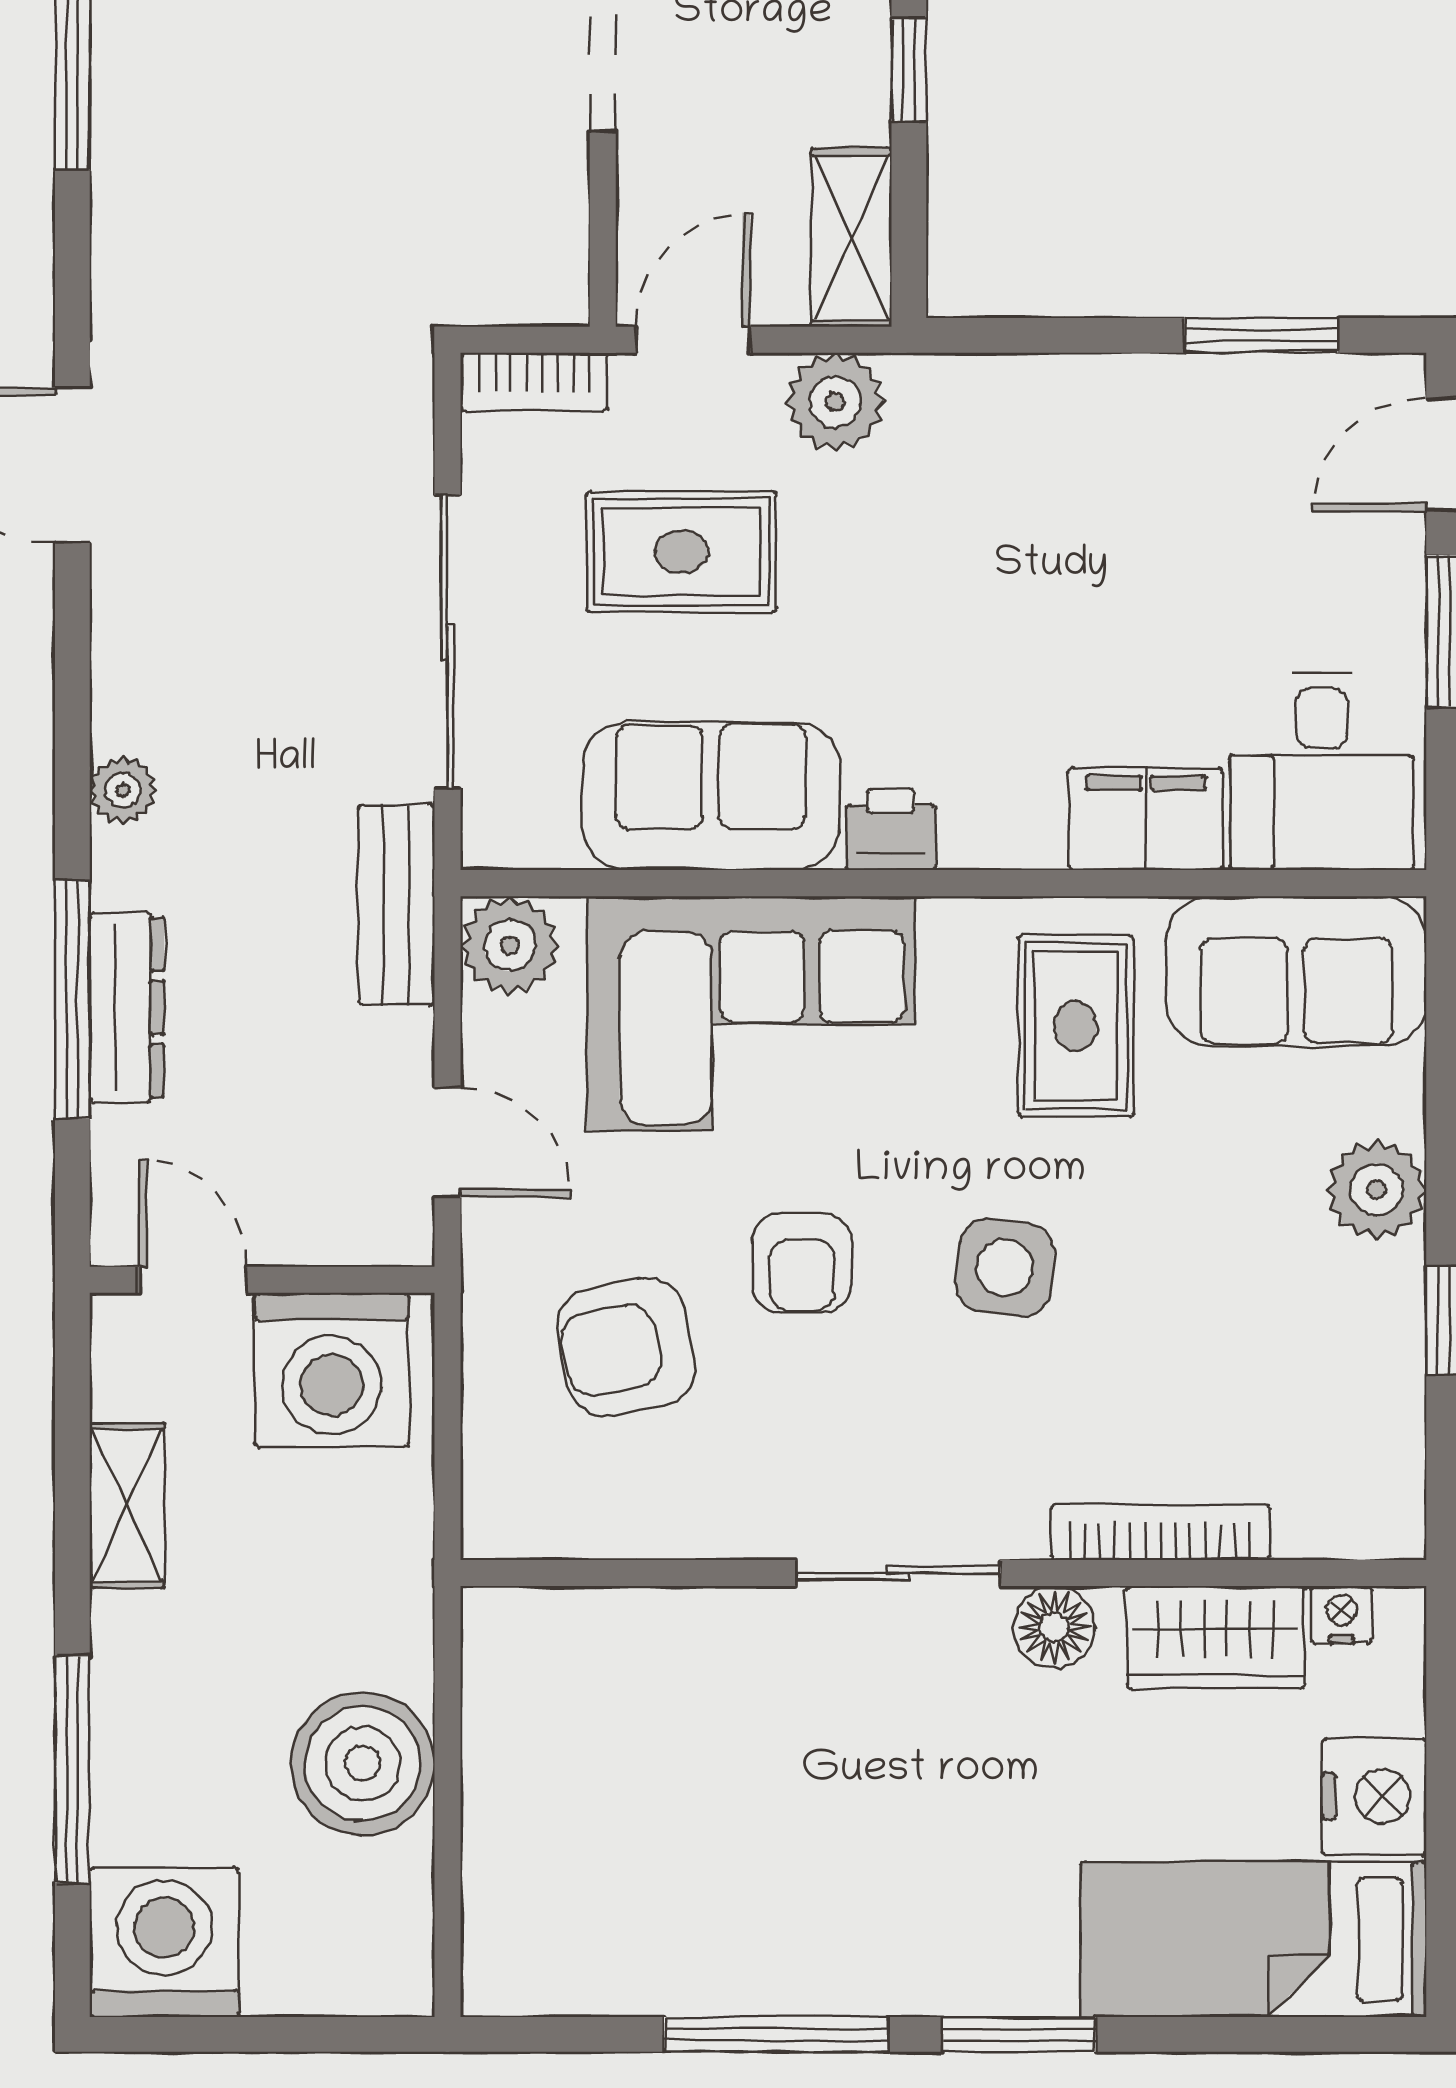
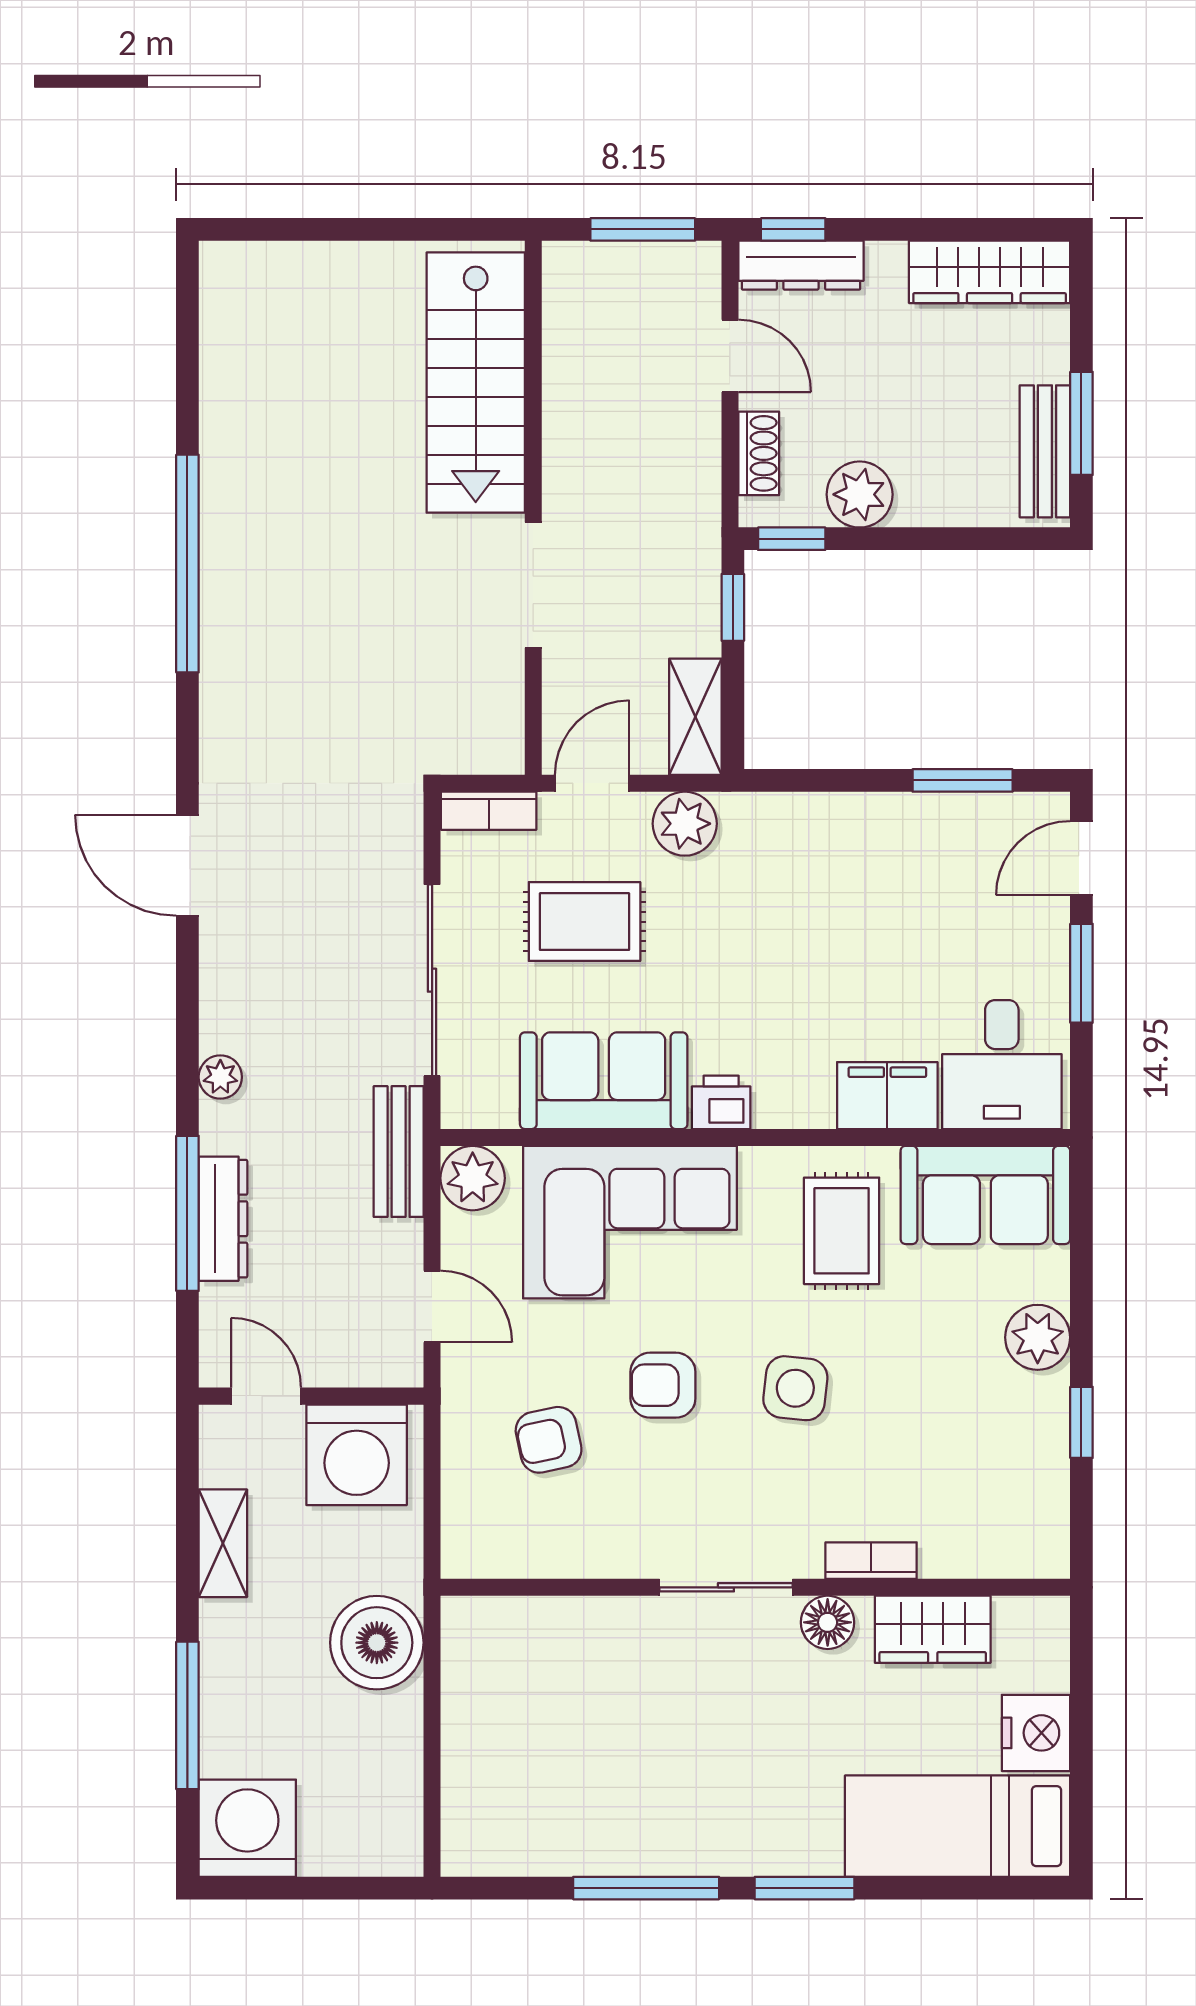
armchair: (802, 1263) -> (663, 1385), turned 90
armchair: (626, 1347) -> (549, 1440), width x0.72, depth x0.72
bookcase: (1160, 1532) -> (871, 1561), width x0.64
nightstand: (1342, 1615) -> (1015, 1614), removed
boiler: (363, 1764) -> (377, 1643), moved

